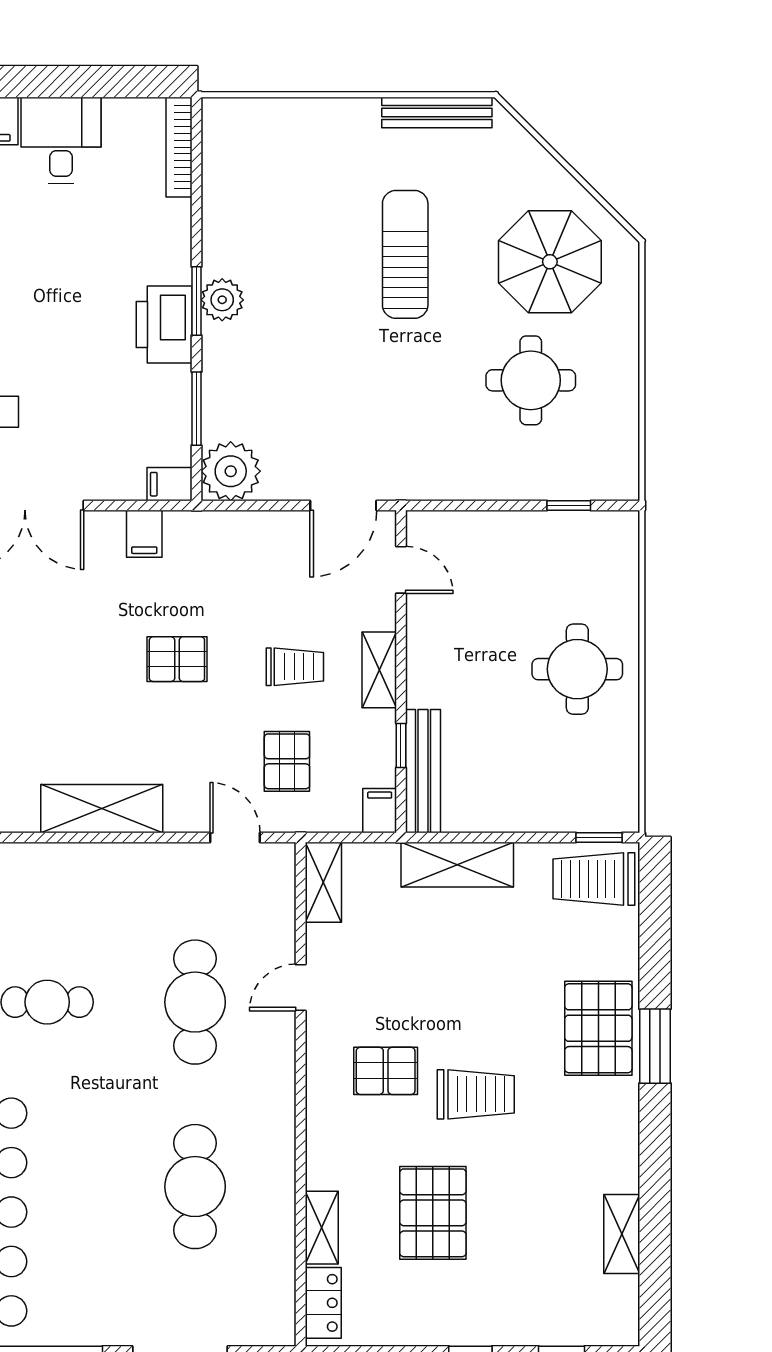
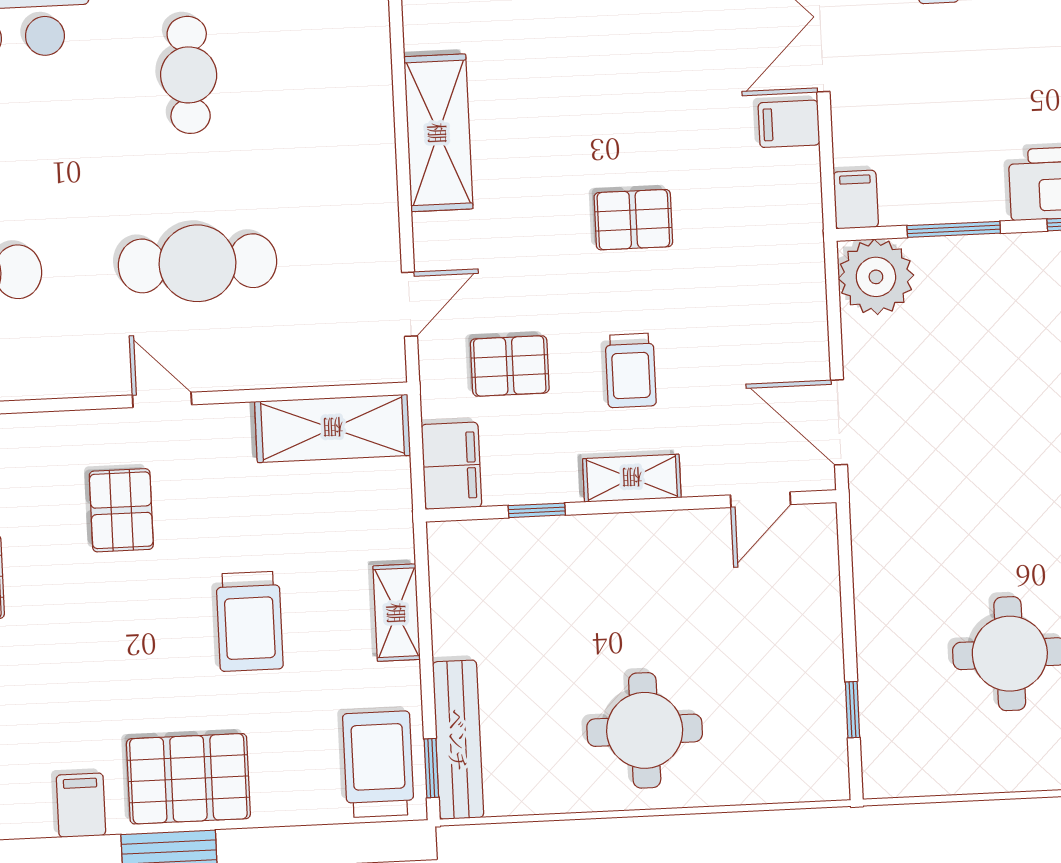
filing cabinet: (144, 534) -> (789, 124), moved
pallet: (177, 659) -> (633, 220), turned 90
bench: (423, 771) -> (458, 740), moved, turned 90
filing cabinet: (380, 811) -> (451, 466), width x2.00
shelving: (457, 865) -> (397, 613), width x0.67, depth x0.75
shelving: (323, 882) -> (333, 428), width x1.50, depth x1.33
door: (301, 987) -> (162, 400), moved
trolley: (476, 1094) -> (250, 621), moved
filing cabinet: (615, 1113) -> (81, 805), added

